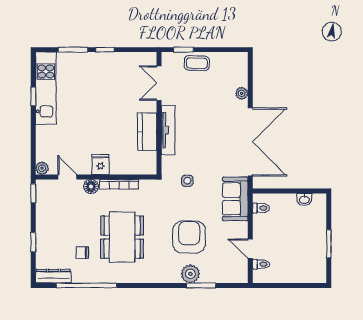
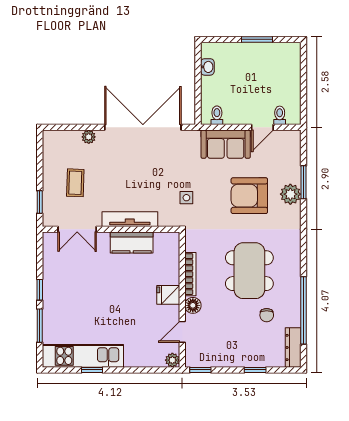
coffee table: (197, 63) -> (75, 183), moved
sofa: (235, 199) -> (226, 144), moved
dining table: (122, 237) -> (249, 271), turned 90

